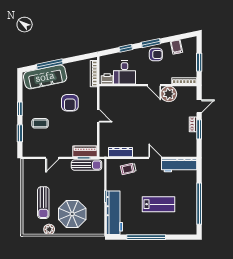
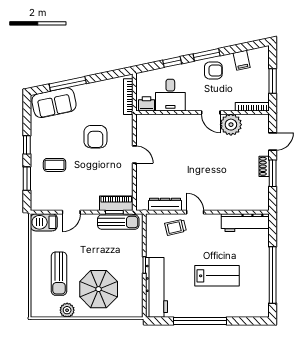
sofa: (45, 77) -> (54, 103), width x0.73
door: (155, 158) -> (195, 212), moved
barbecue: (32, 165) -> (44, 222), added

